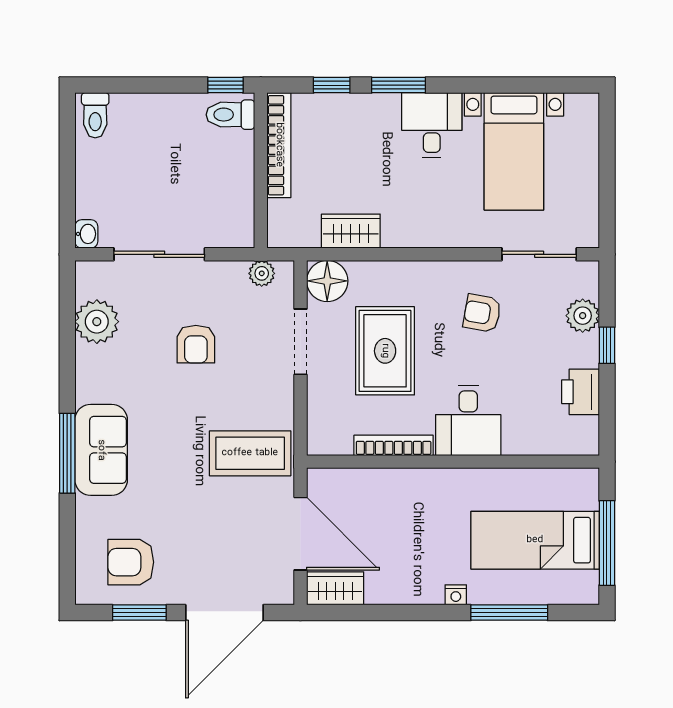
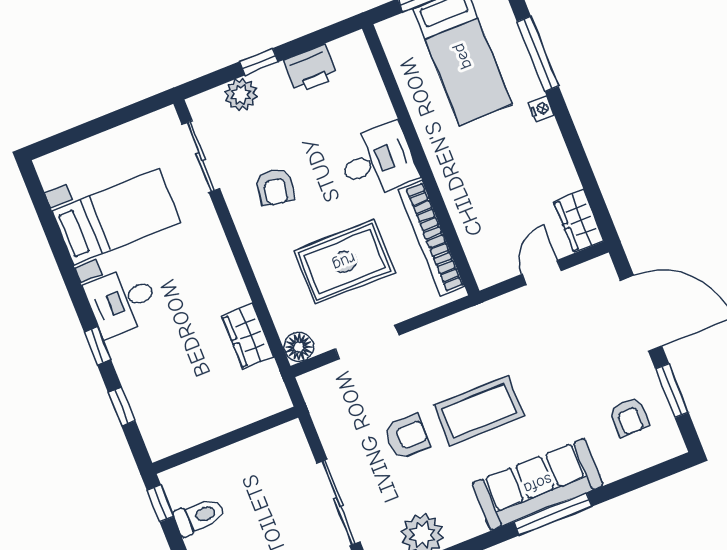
window: (398, 85) -> (98, 346), width x0.67
toilet: (230, 115) -> (199, 516), moved, turned -90
bookcase: (279, 145) -> (196, 433), removed
plant: (262, 273) -> (319, 402), removed
floor lamp: (327, 281) -> (299, 347), width x0.73, depth x0.73
bookcase: (394, 445) -> (431, 238), width x1.48, depth x1.31
sofa: (101, 450) -> (538, 484), width x1.36
coffee table: (250, 453) -> (479, 411), moved, turned 90
door: (300, 534) -> (542, 273), width x0.53
armchair: (131, 562) -> (629, 417), width x0.72, depth x0.72

